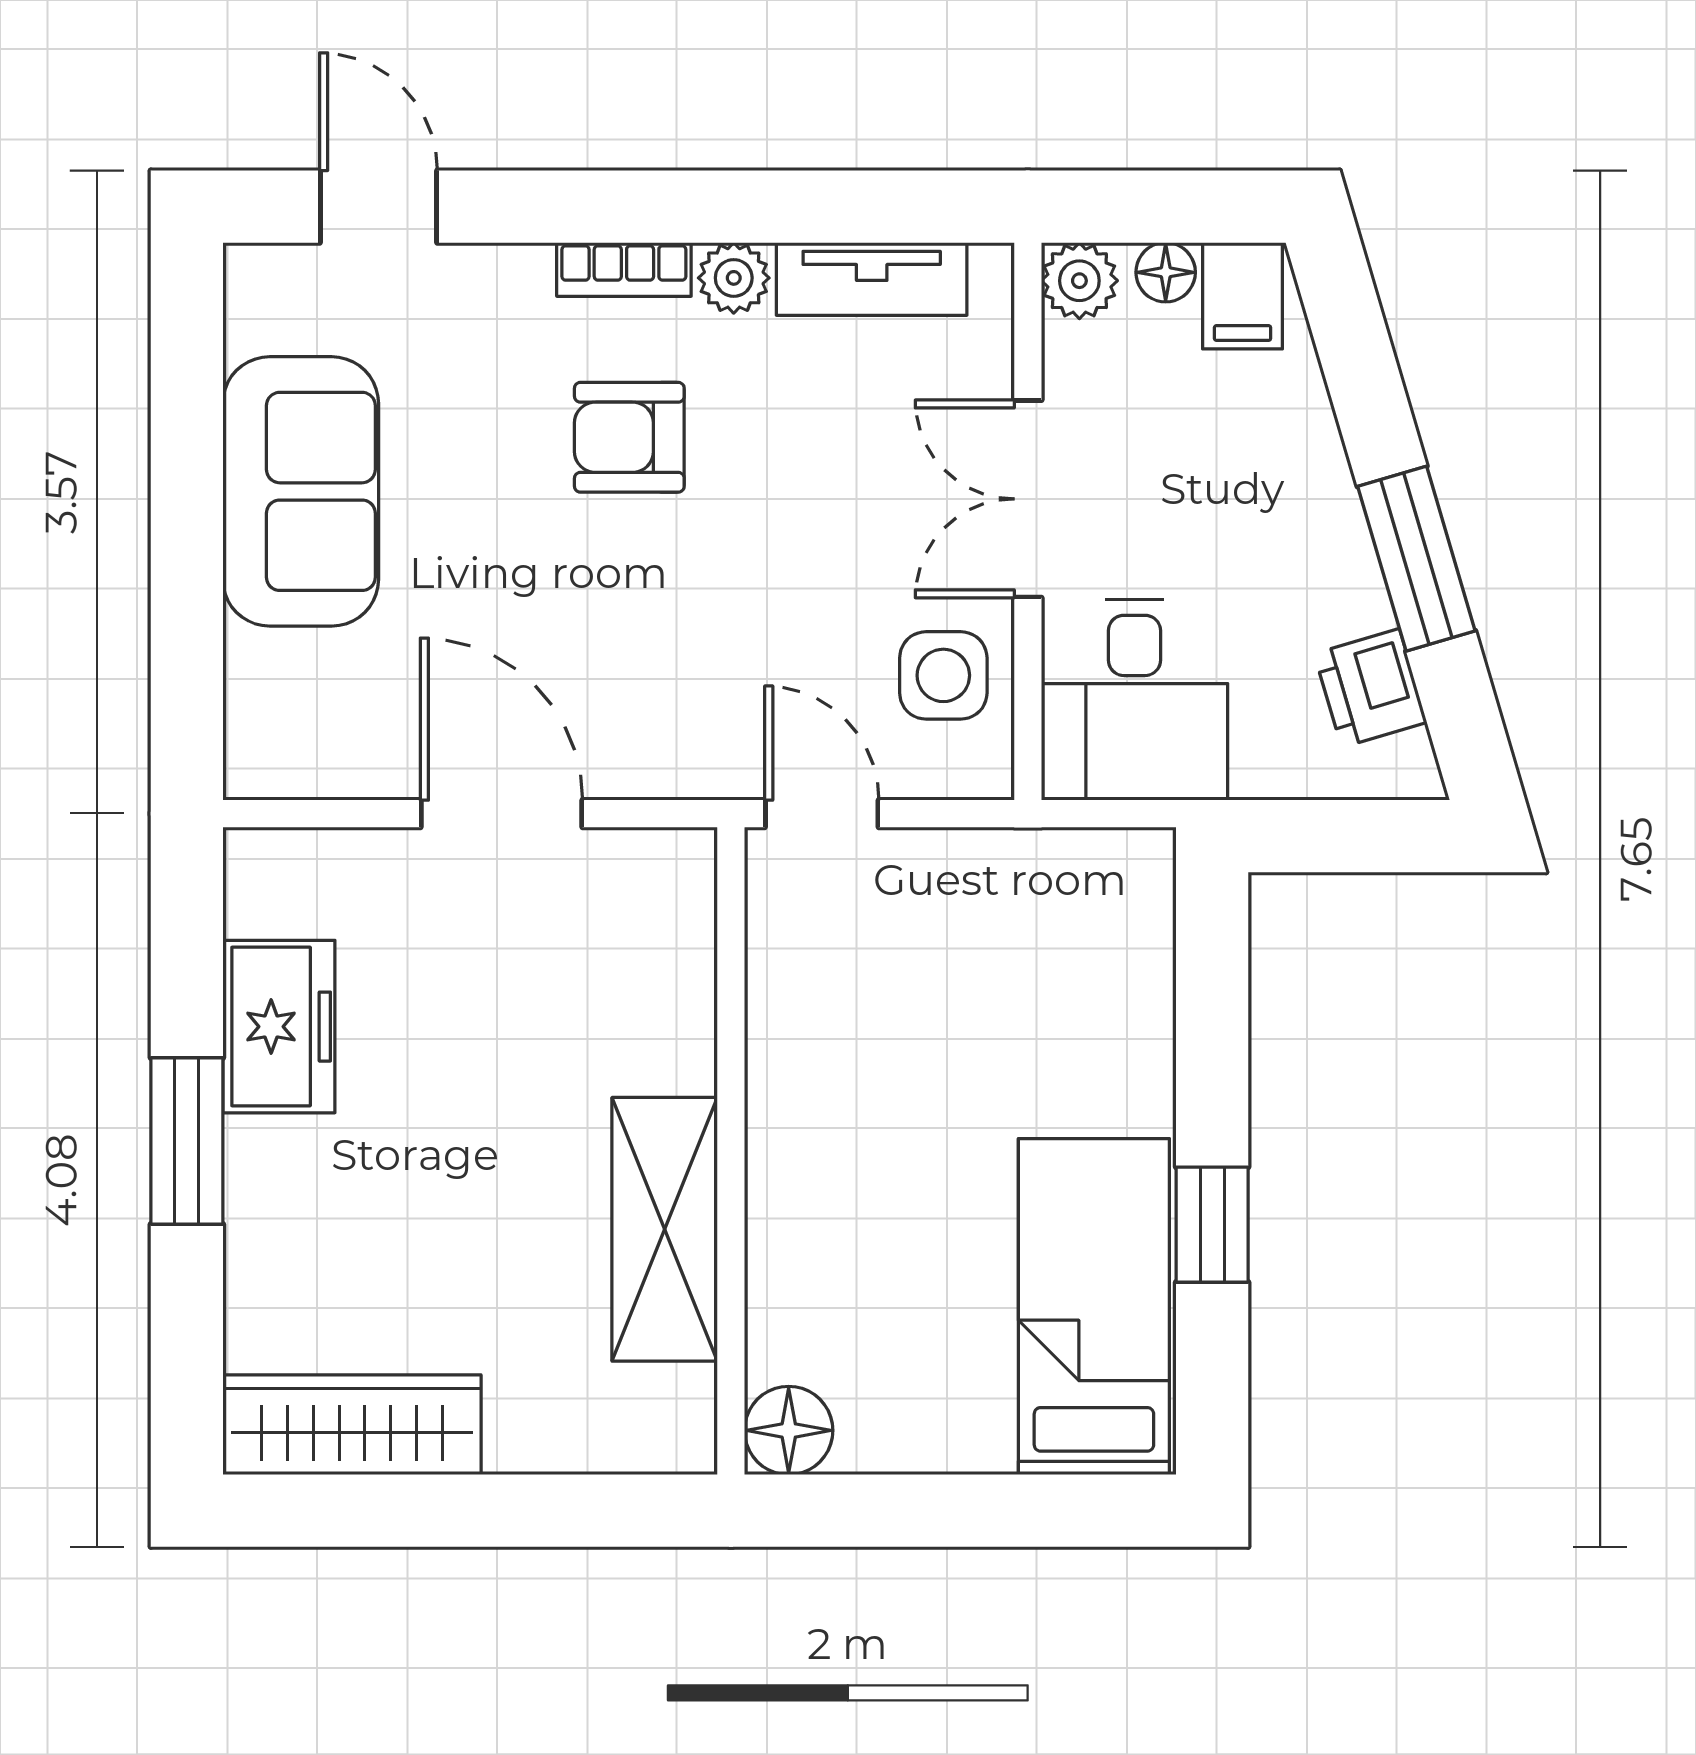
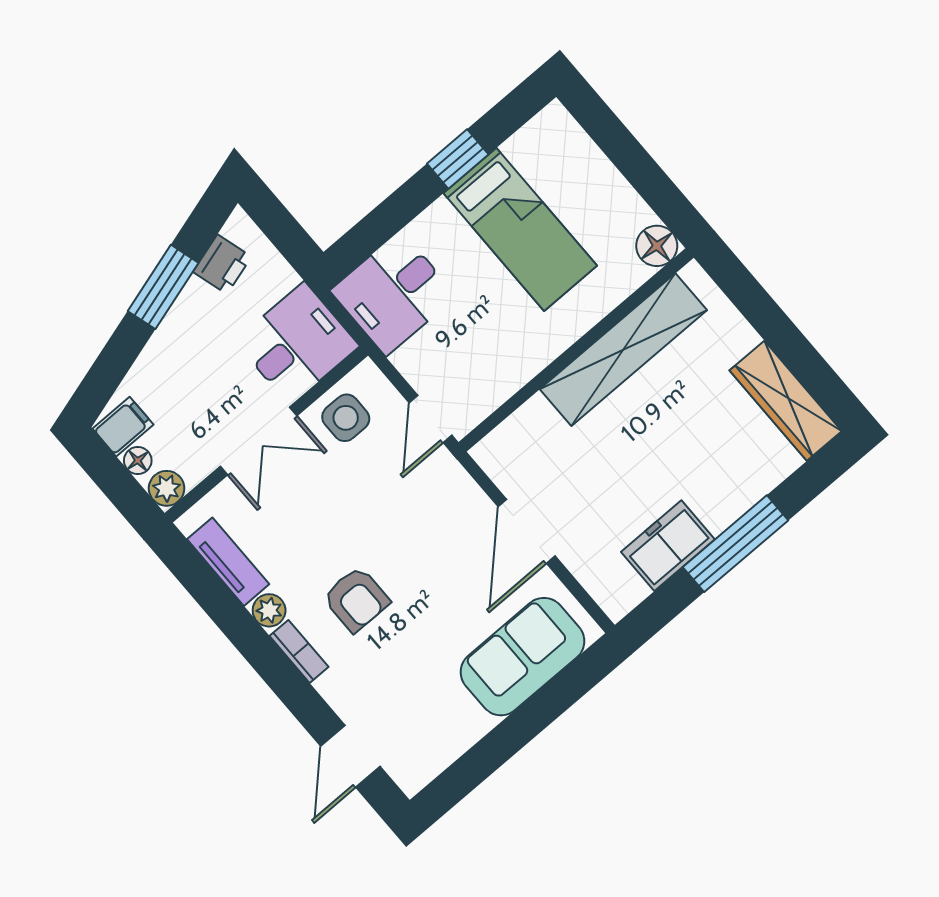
sofa: (301, 491) -> (522, 657), moved
desk: (1081, 929) -> (393, 293), added
window: (187, 1141) -> (736, 544), width x1.44
shelving: (665, 1229) -> (623, 350), width x1.47
bed: (1094, 1307) -> (520, 229), moved, turned -90

